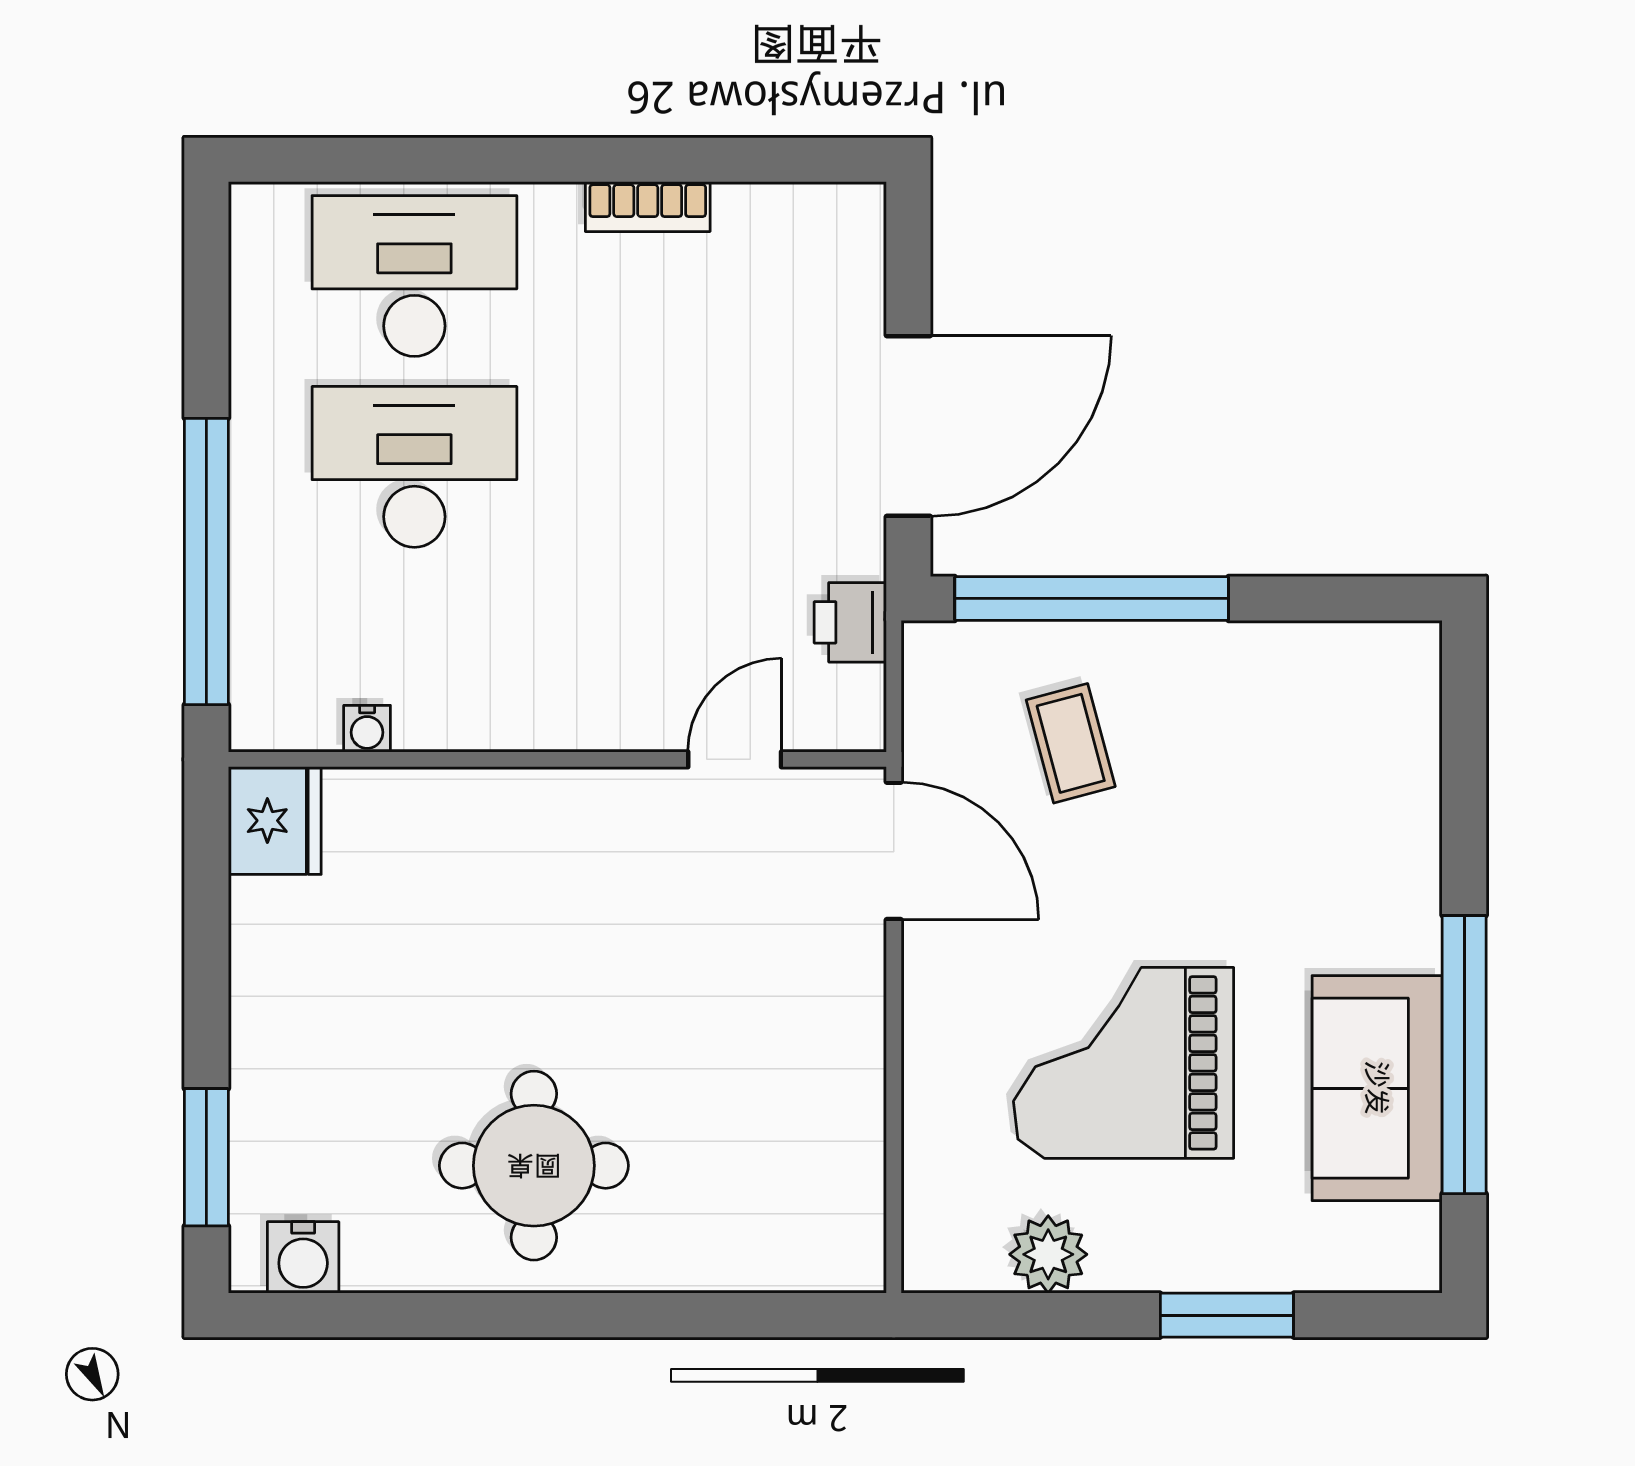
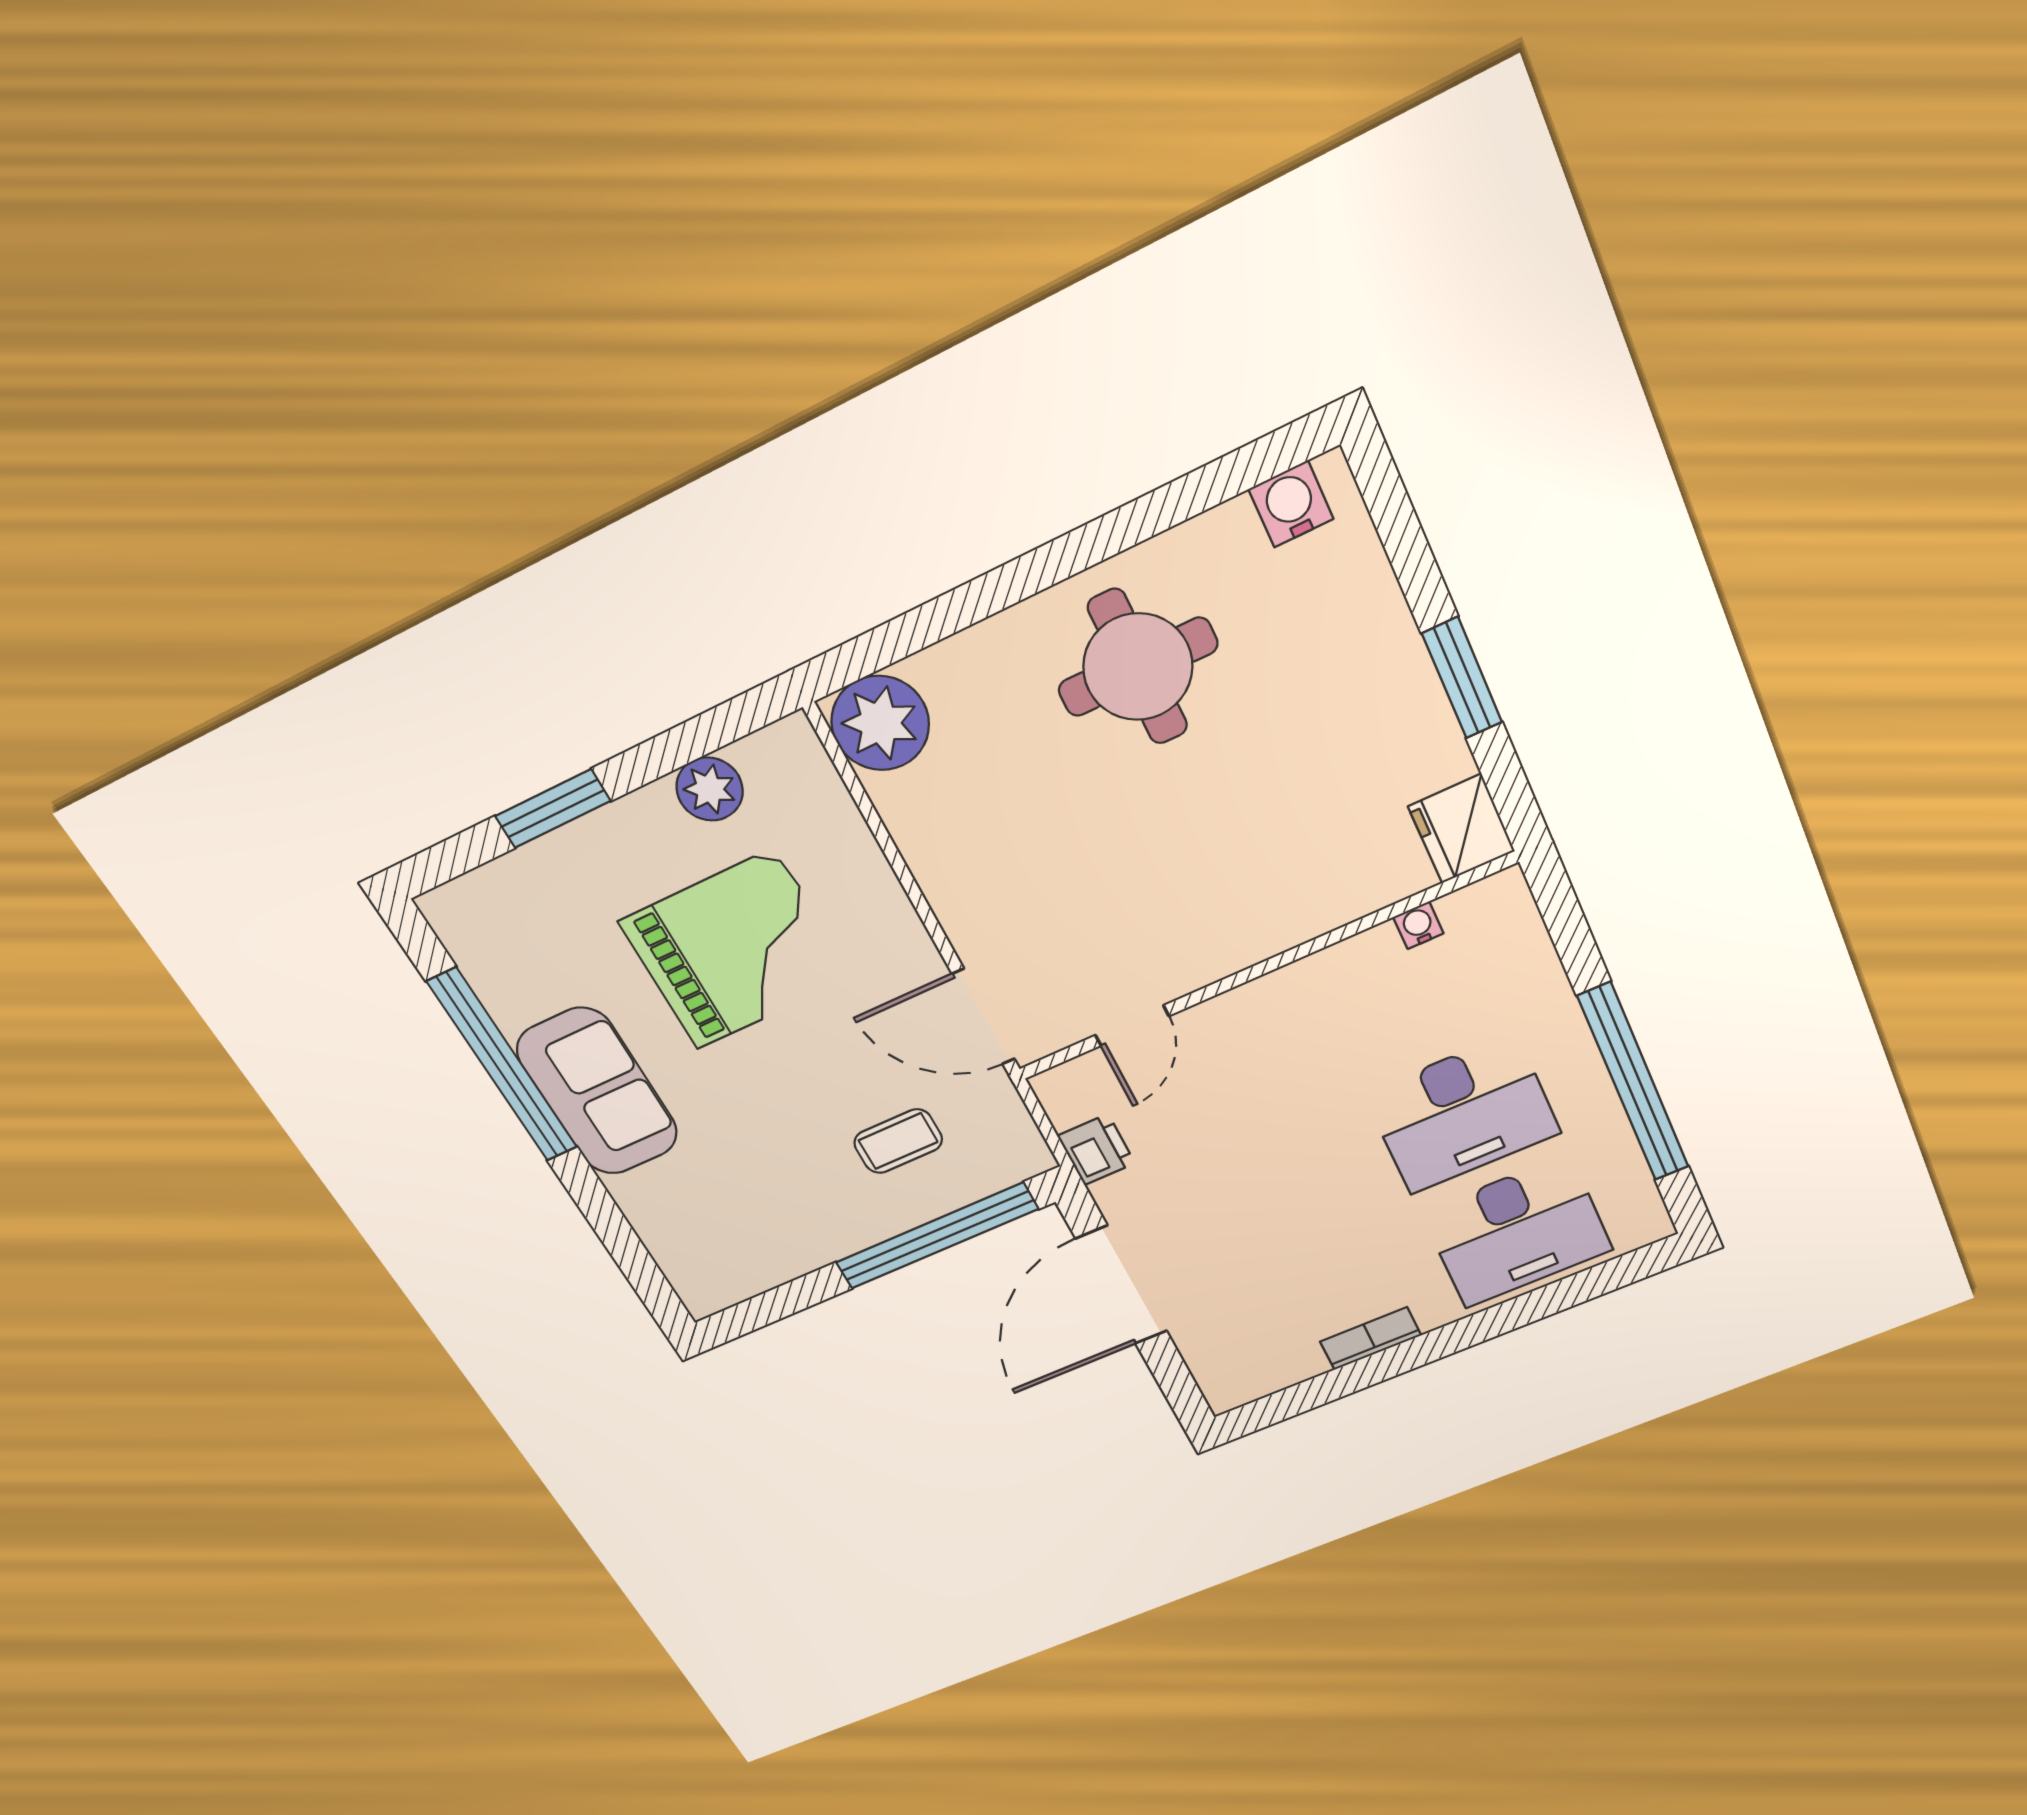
window: (206, 561) -> (1634, 1083), moved
coffee table: (1071, 743) -> (898, 1141), turned -75
sofa: (1377, 1088) -> (597, 1092), moved
window: (206, 1157) -> (1462, 678), moved
plant: (830, 1237) -> (880, 723), added

